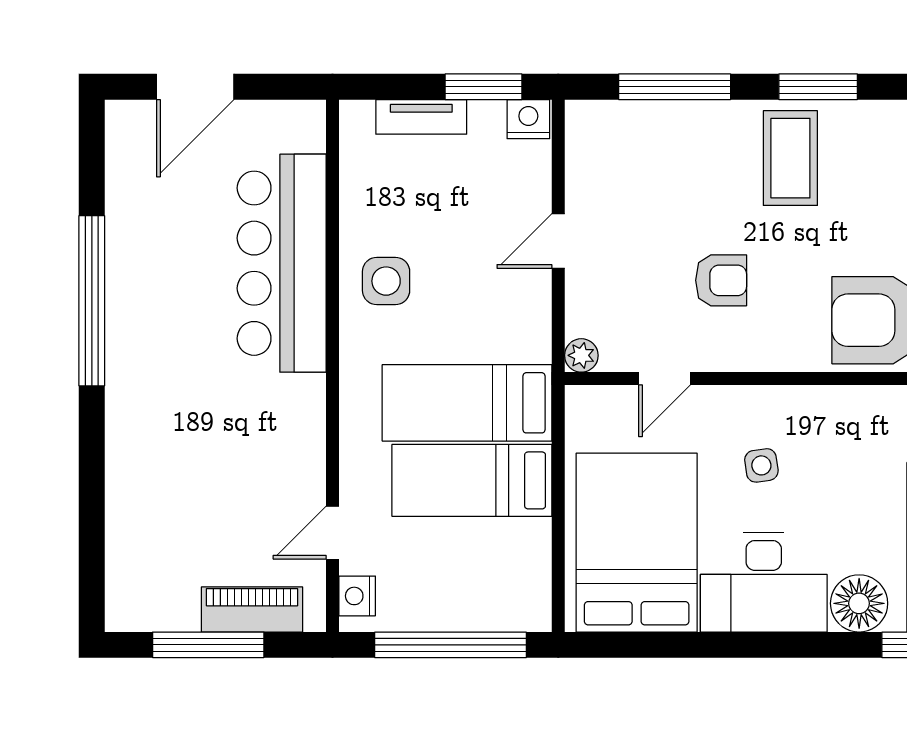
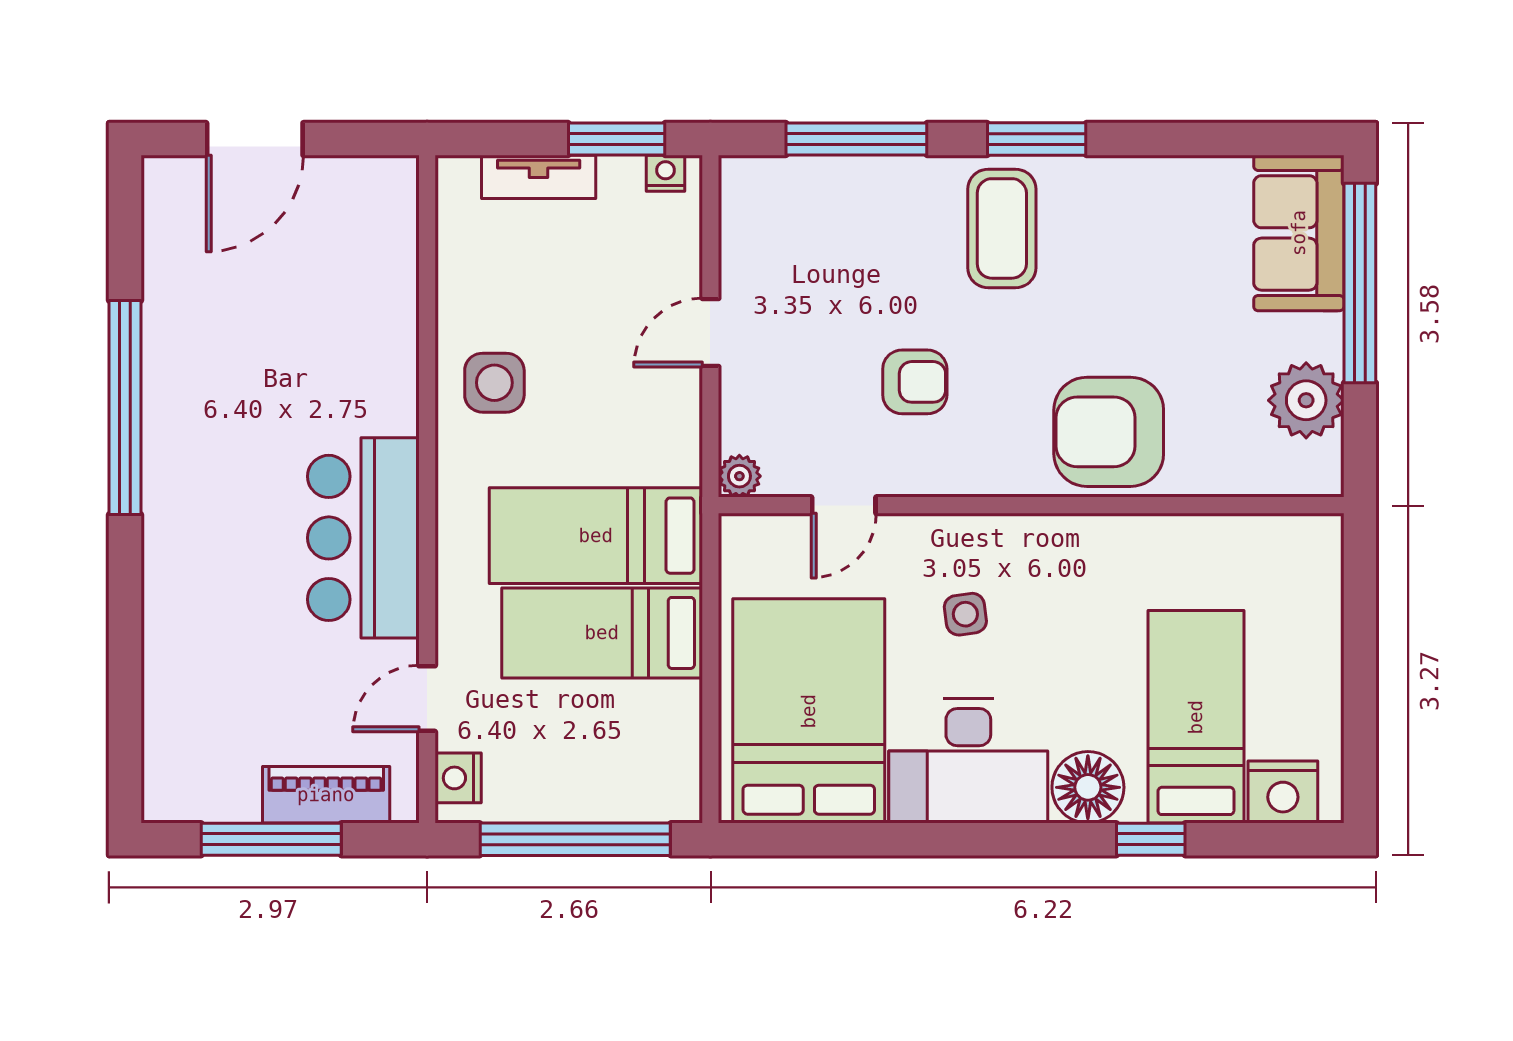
nightstand: (528, 119) -> (665, 173), width x0.72, depth x0.74
bar counter: (282, 263) -> (363, 538), moved, width x0.73

